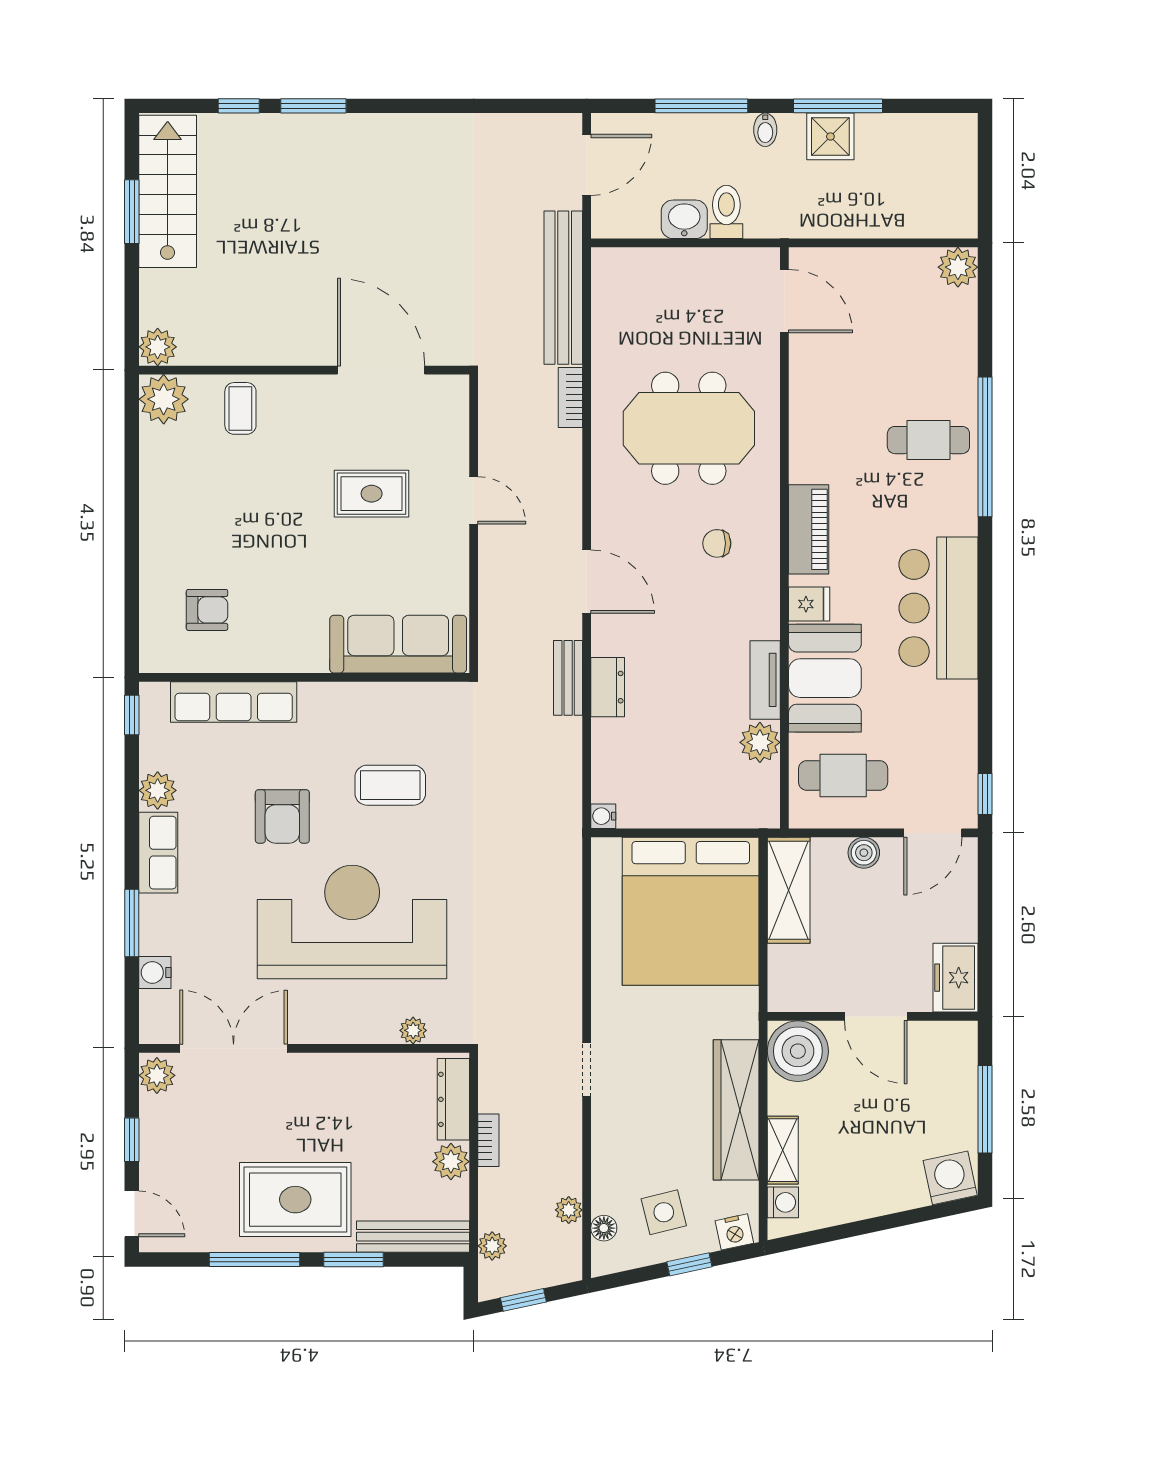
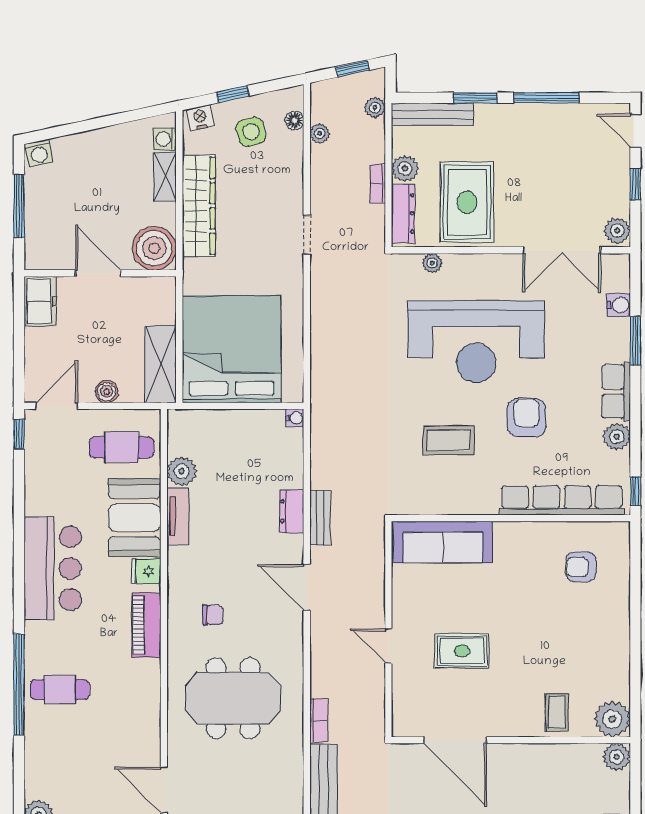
row of seats: (234, 702) -> (562, 500), width x1.36
washing machine: (950, 1178) -> (39, 153), width x0.73, depth x0.73
rug: (295, 1200) -> (467, 202), moved, turned 90

